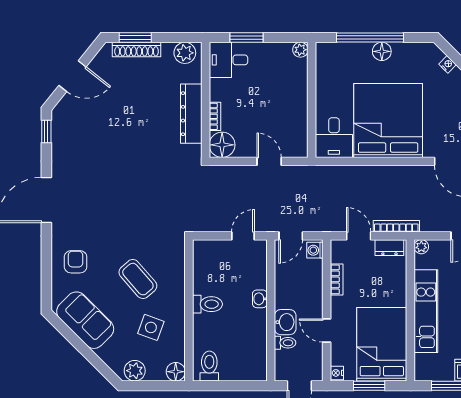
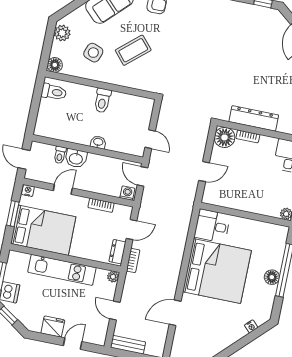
bookcase: (396, 226) -> (133, 260), width x0.64

